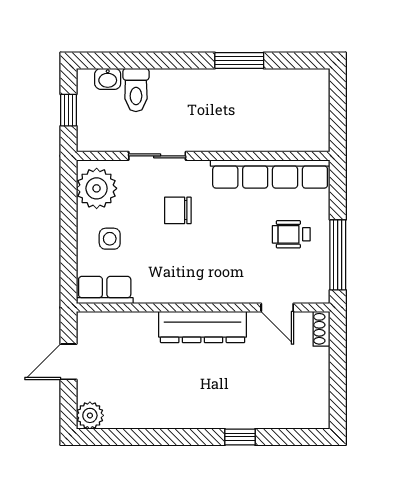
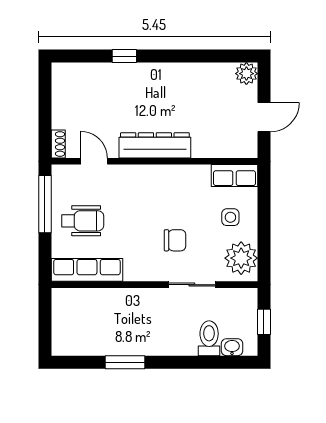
row of seats: (270, 174) -> (87, 270), width x0.73
wheelchair: (291, 234) -> (83, 221), width x1.36, depth x1.37

